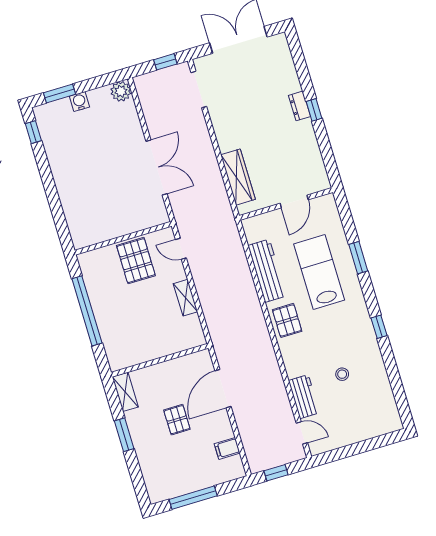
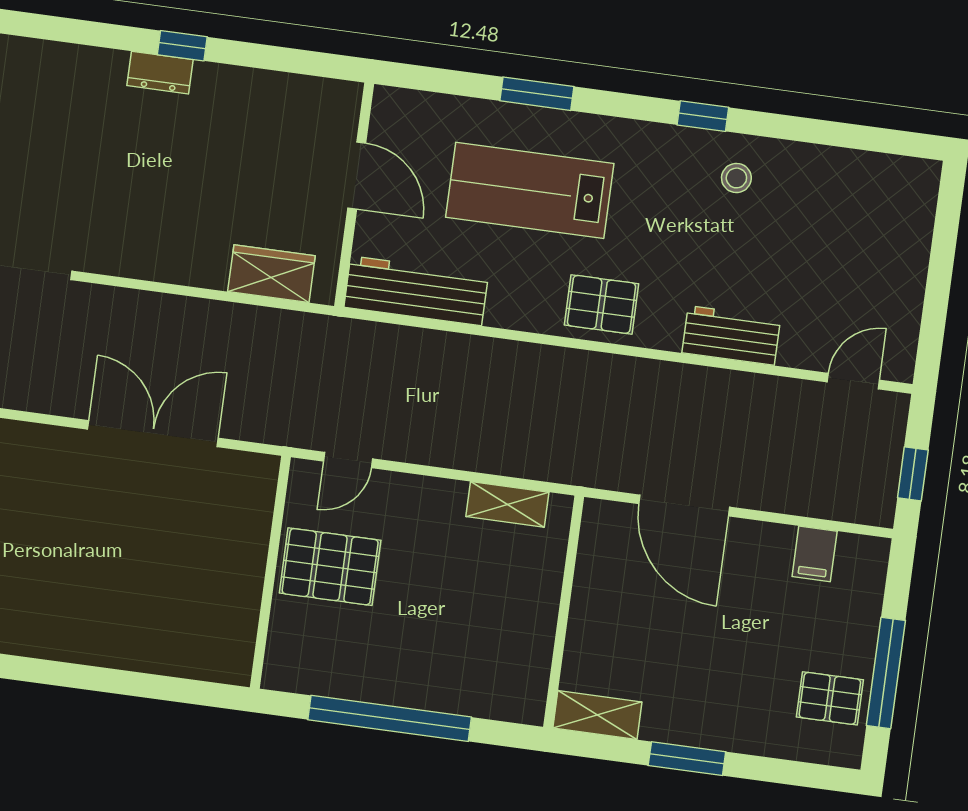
wardrobe: (238, 177) -> (271, 274), width x0.67
workbench: (267, 271) -> (416, 291), moved
shelving: (185, 298) -> (507, 504), moved
stool: (342, 374) -> (736, 178), moved
workbench: (304, 397) -> (731, 335), moved
pallet: (177, 420) -> (830, 698), moved

